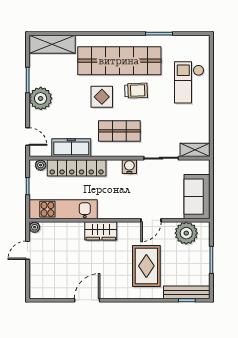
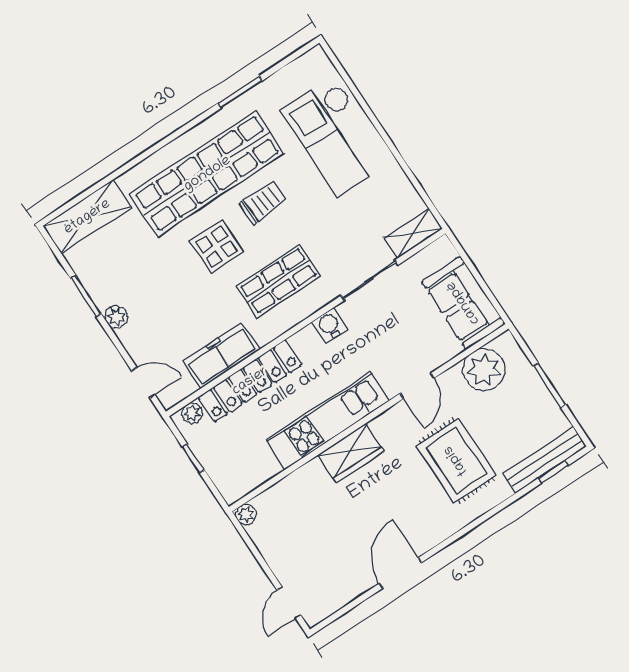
checkout: (189, 82) -> (336, 136), width x1.36, depth x1.21
plant: (41, 98) -> (116, 317), width x0.53, depth x0.53
kitchen unit: (63, 209) -> (328, 420), moved
door: (28, 250) -> (289, 603), moved

